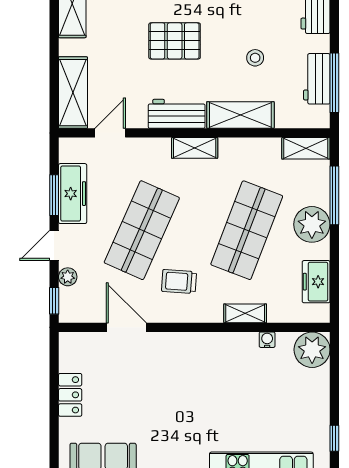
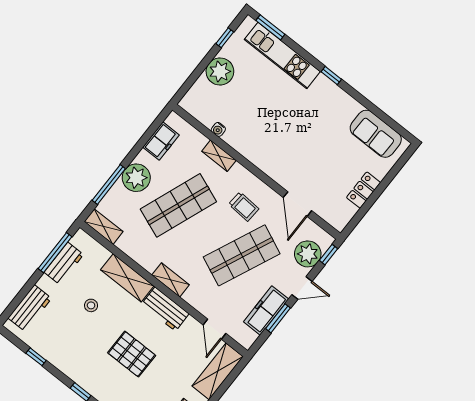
door: (110, 133) -> (214, 329), hinge flipped
plant: (68, 277) -> (308, 254), width x1.88, depth x1.88
plant: (312, 350) -> (220, 71), moved

